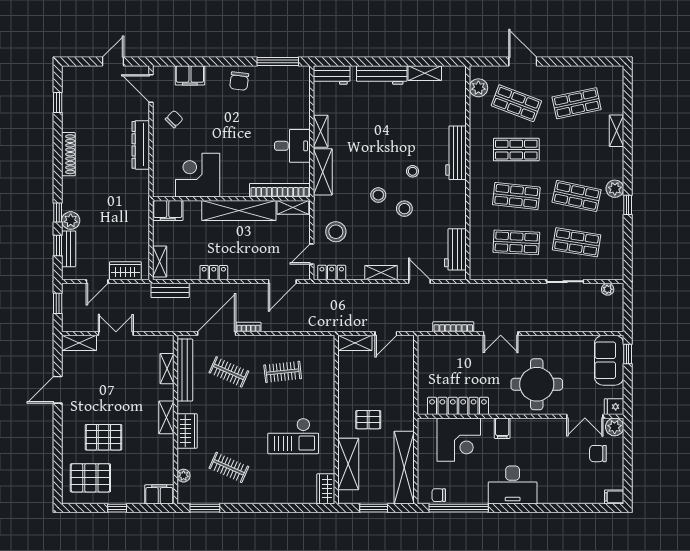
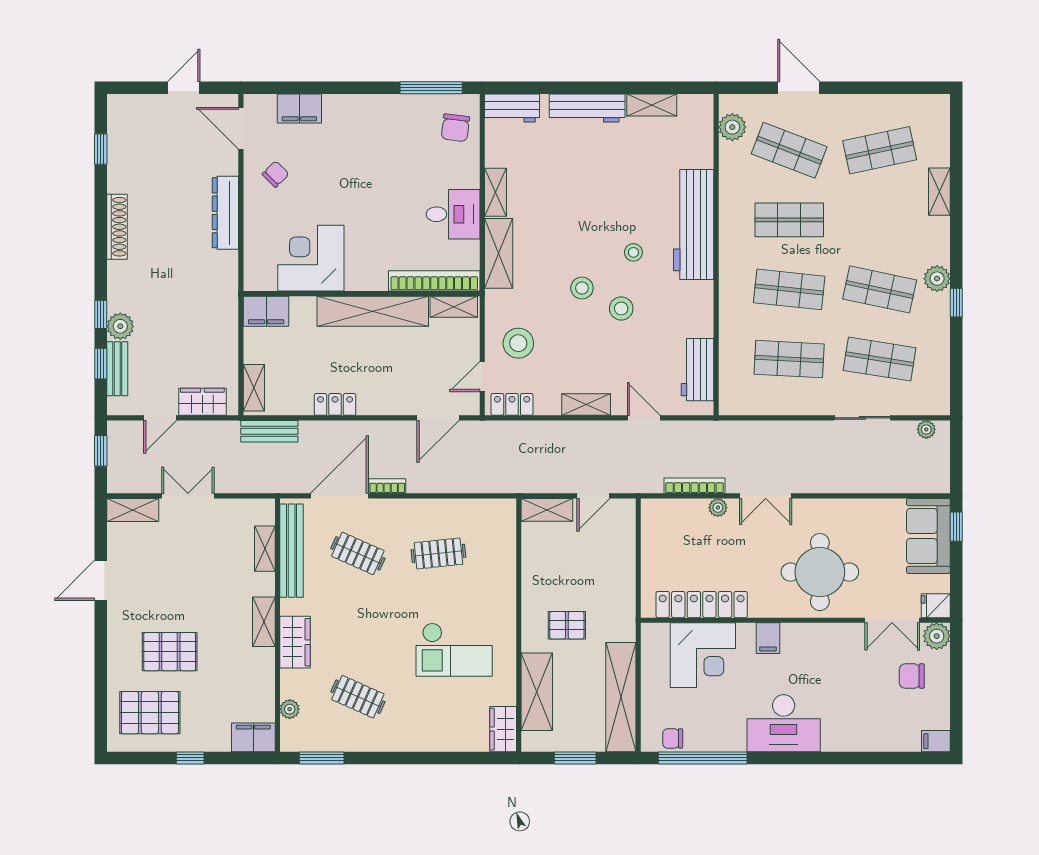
chair: (239, 81) -> (455, 128), moved
workbench: (456, 153) -> (694, 225), width x1.36, depth x1.32
plant: (469, 341) -> (718, 508), added

